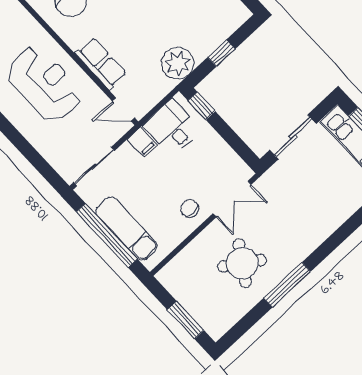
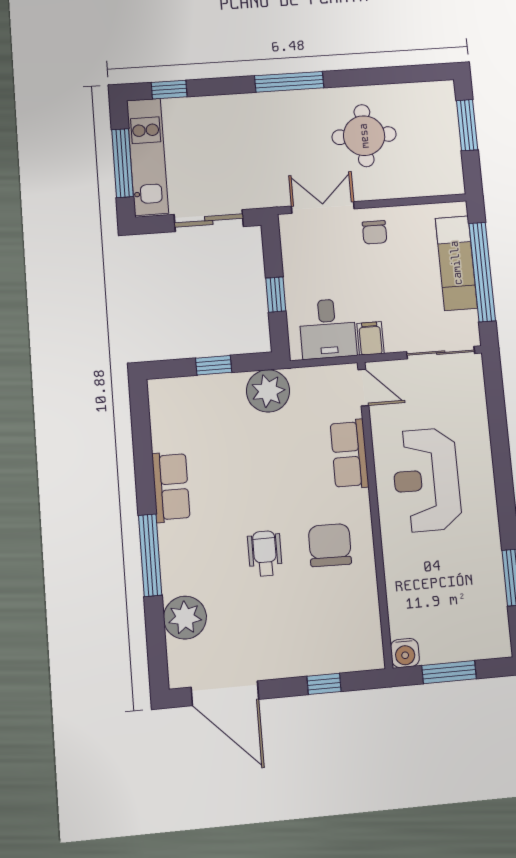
window: (202, 106) -> (276, 295), moved
round table: (242, 263) -> (364, 136), turned -33
window: (287, 285) -> (289, 82), moved

